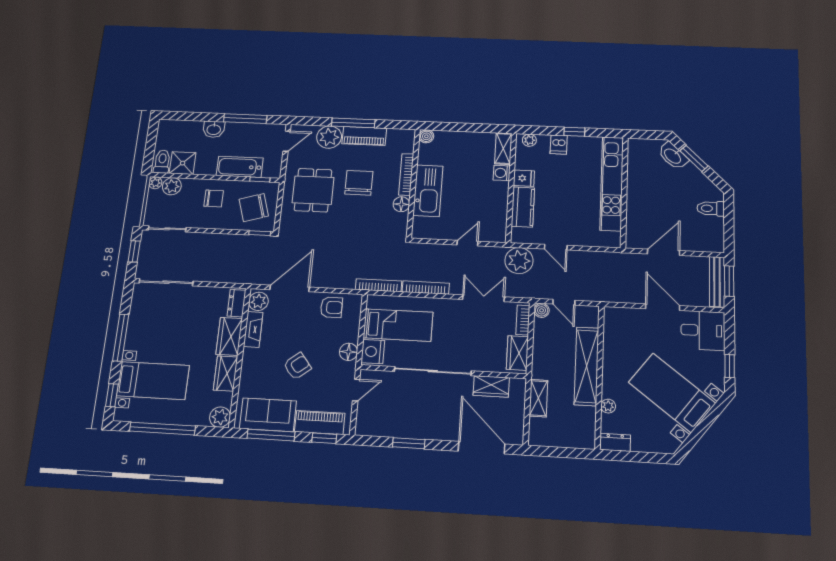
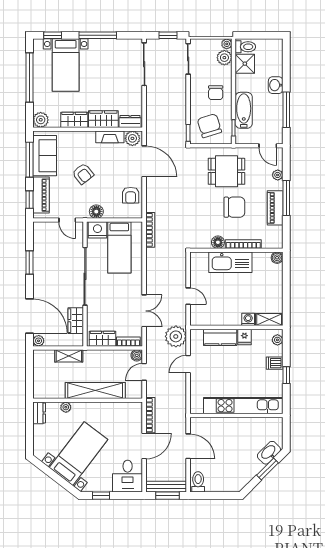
plant: (329, 137) -> (278, 175), width x0.53, depth x0.53
toilet: (711, 208) -> (198, 482), moved
bookcase: (426, 288) -> (150, 415), moved
plant: (516, 437) -> (39, 341), added
door: (481, 448) -> (29, 316), hinge flipped

